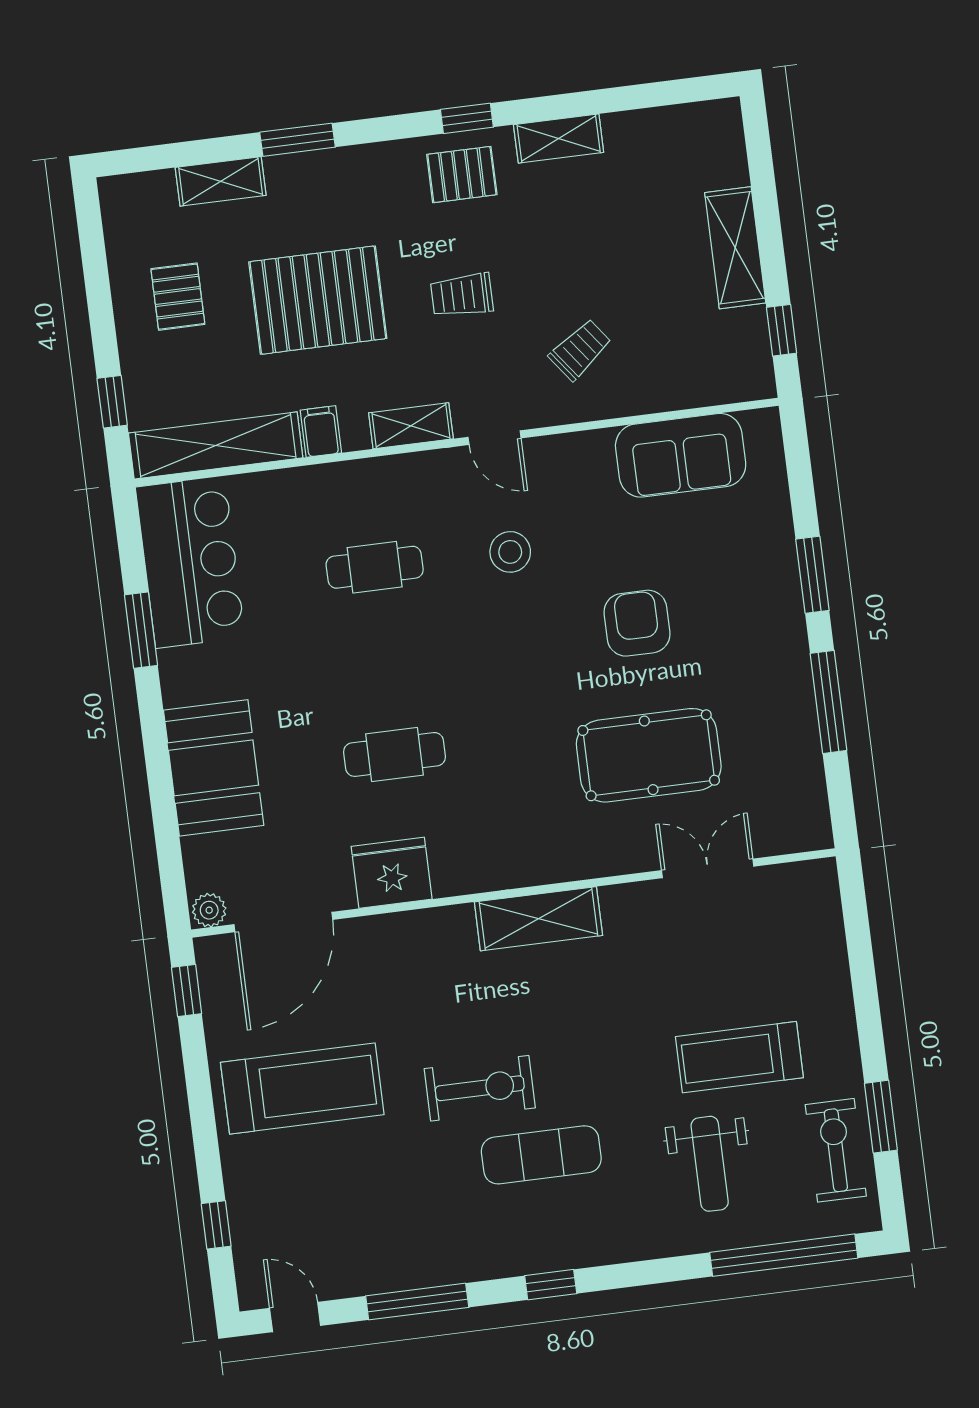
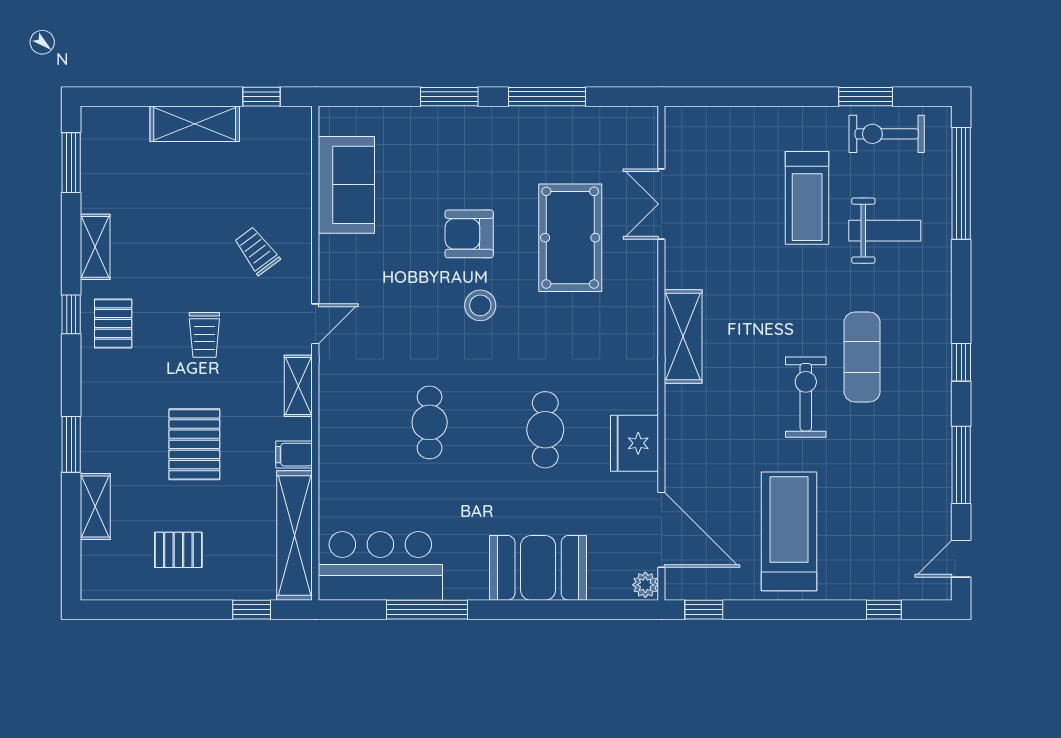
window: (664, 93) -> (71, 163), added
pallet: (318, 300) -> (194, 444), width x0.73, depth x0.71
stool: (510, 552) -> (480, 305), moved
cafe table: (375, 567) -> (430, 422), moved
window: (141, 630) -> (427, 610), width x1.44

